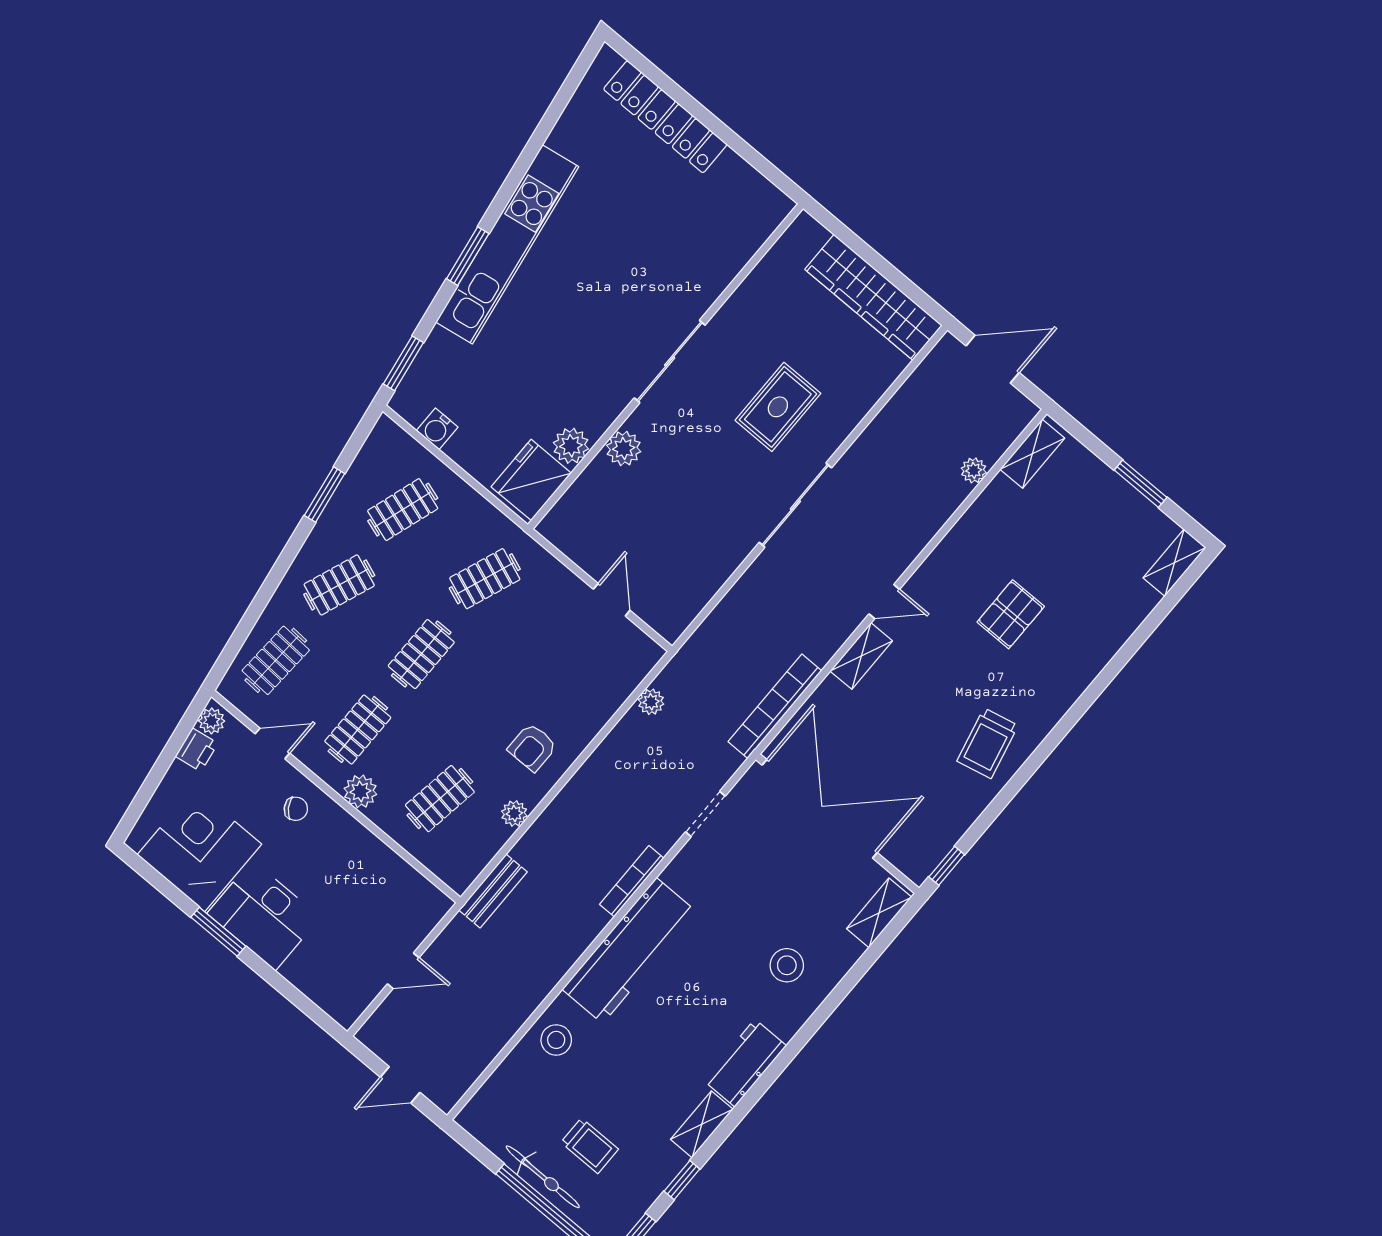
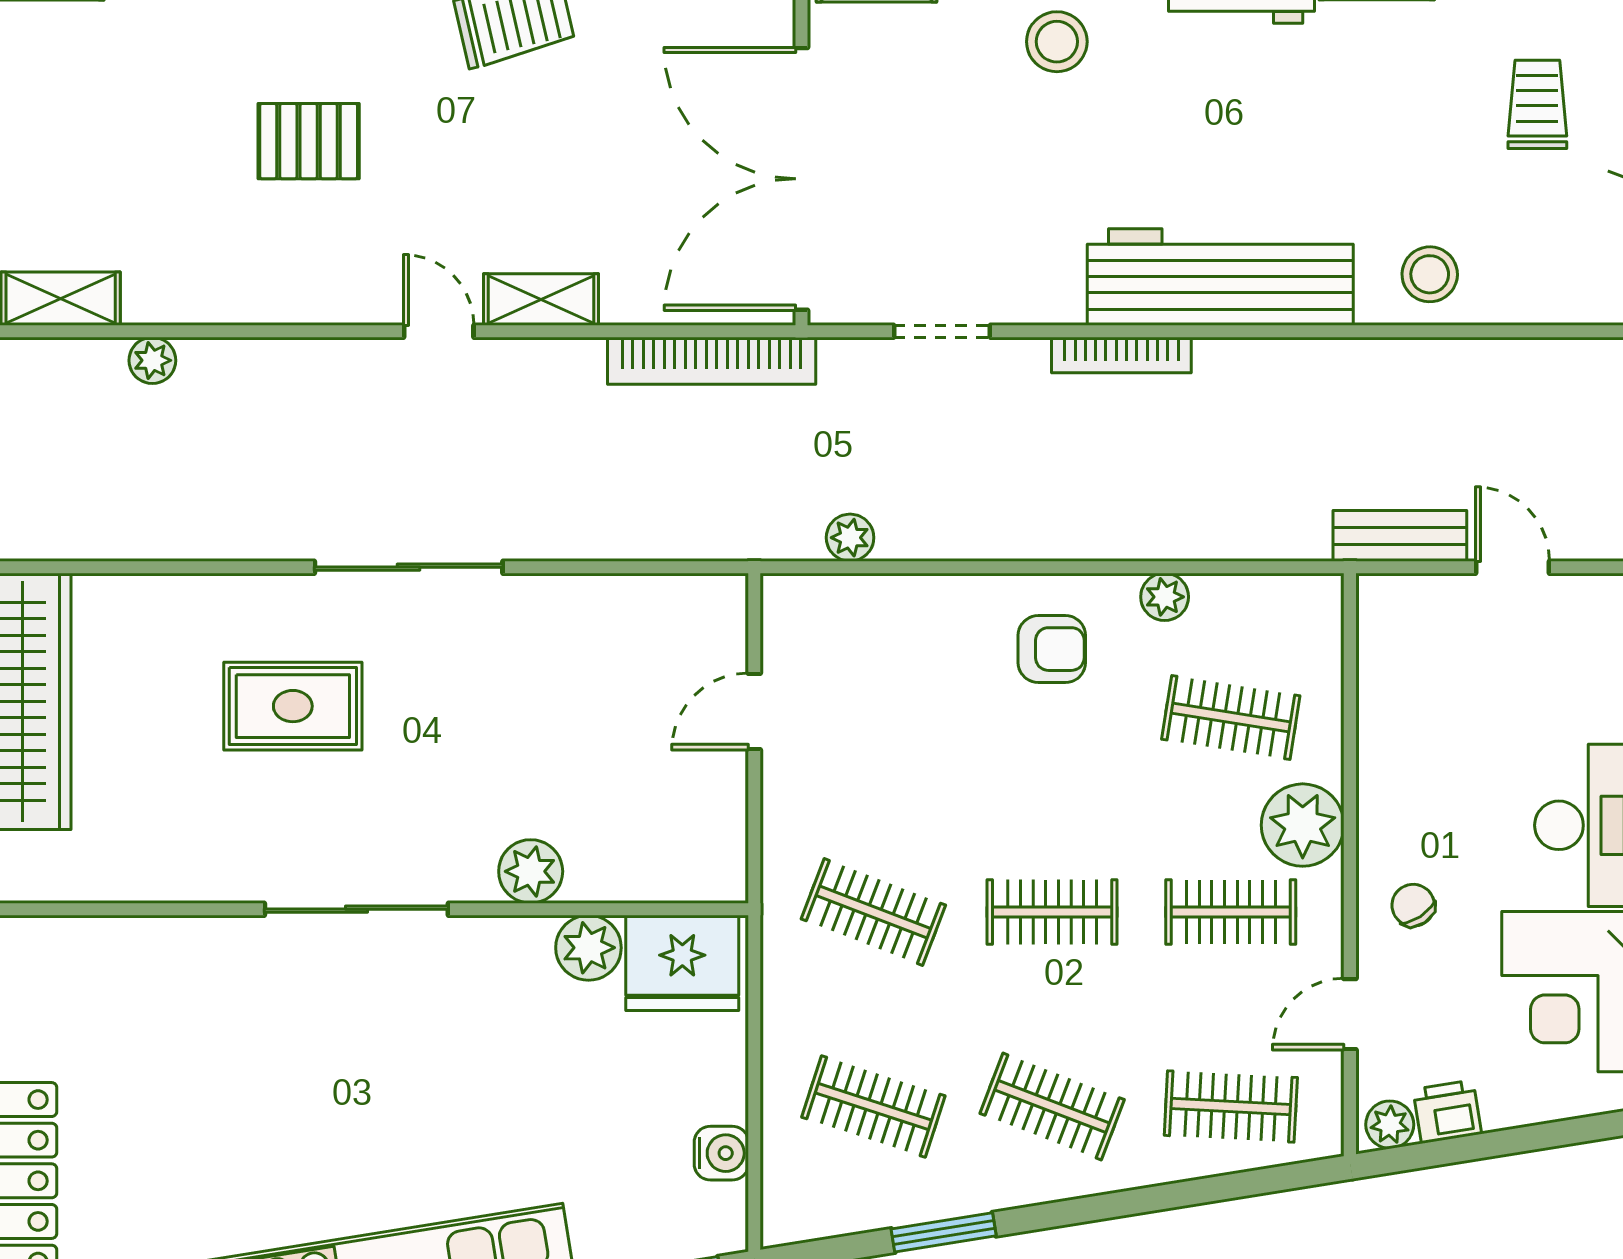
door: (272, 743) -> (1350, 1014), hinge flipped
plant: (360, 791) -> (1303, 825), width x1.36, depth x1.36
bench: (493, 891) -> (1400, 536), moved

